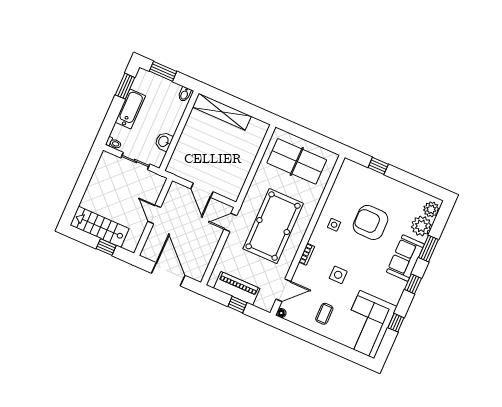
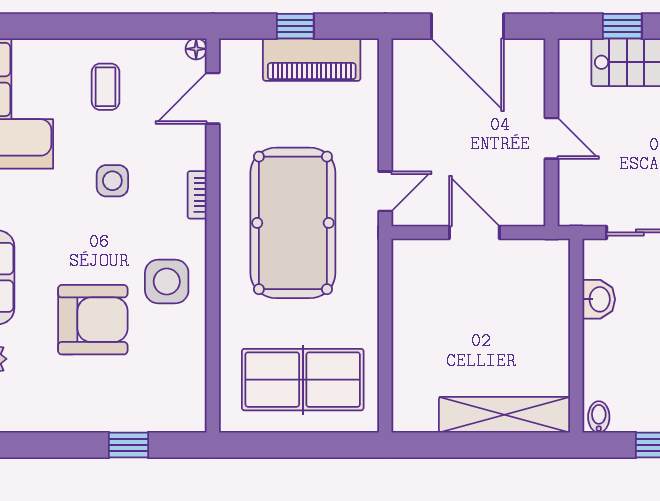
side table: (334, 225) -> (167, 282), width x1.87, depth x1.87

